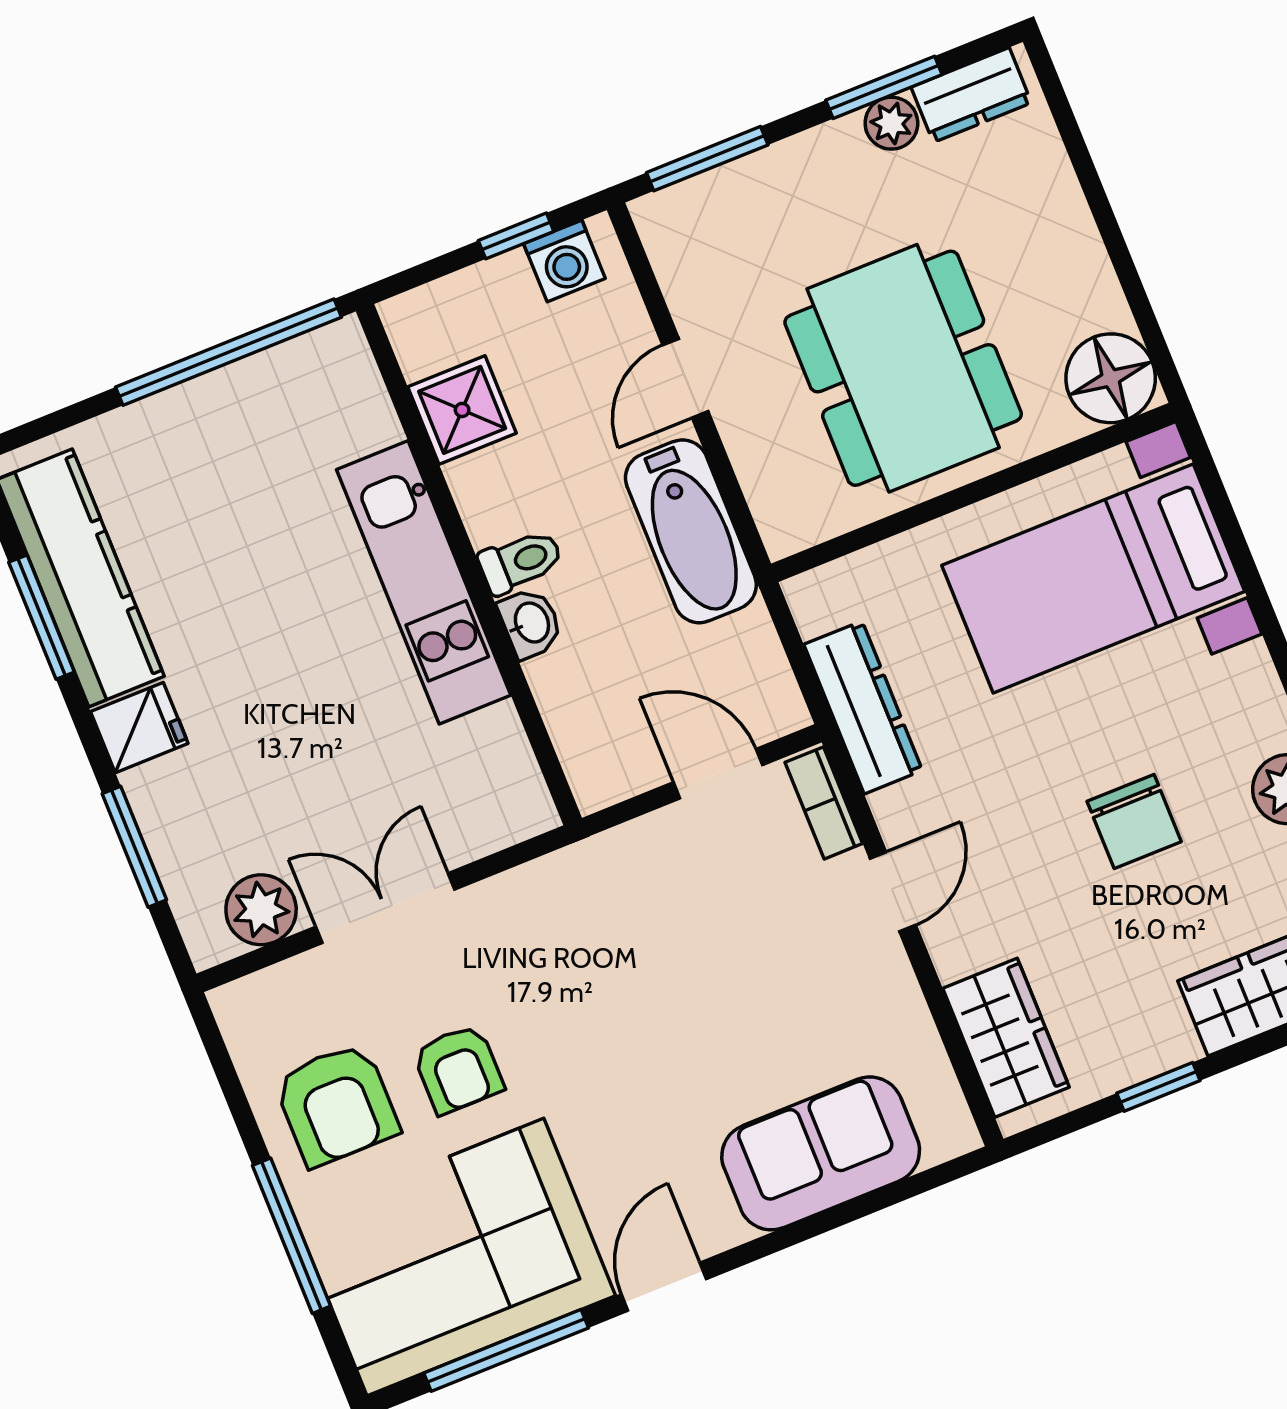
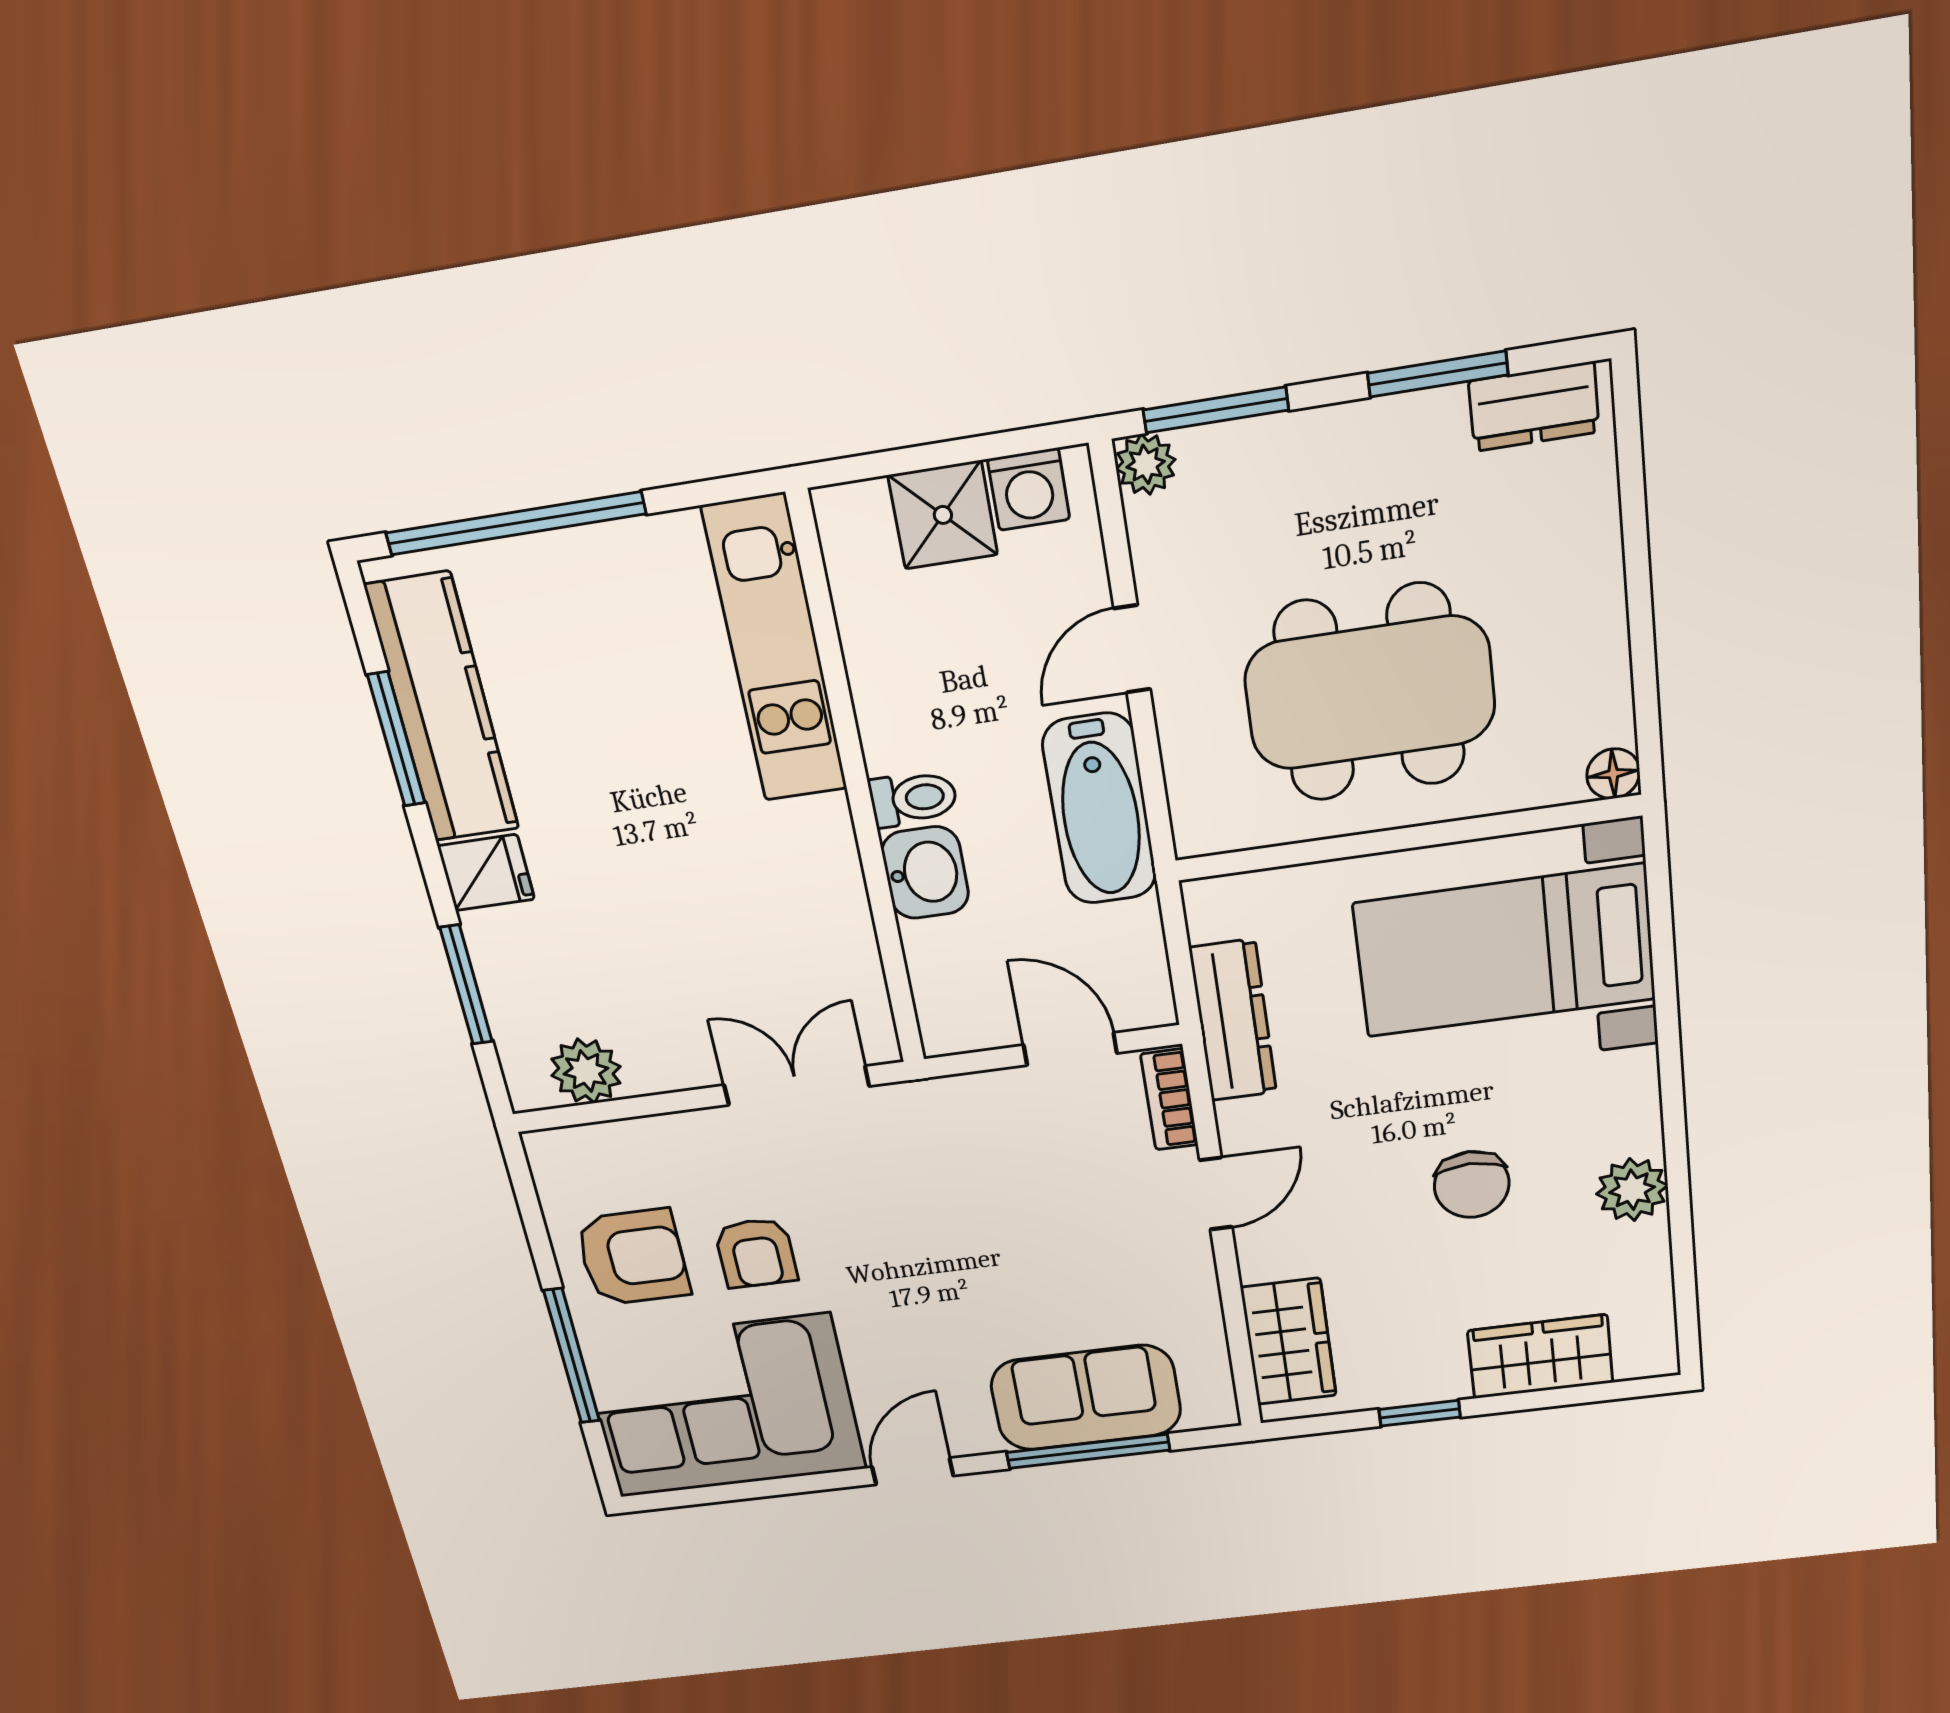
plant: (891, 123) -> (1146, 464), moved
window: (516, 236) -> (981, 448), removed
window: (228, 352) -> (515, 523), moved
dining table: (903, 368) -> (1370, 693), turned 90
floor lamp: (1111, 378) -> (1613, 774), width x0.53, depth x0.53
shower: (462, 410) -> (943, 515), moved
kitchen unit: (424, 582) -> (775, 650), moved
washbasin: (531, 623) -> (925, 873), width x1.38, depth x1.45
double door: (385, 908) -> (797, 1086), moved
armchair: (336, 1105) -> (633, 1257), turned -90
window: (506, 1350) -> (1088, 1451), moved

